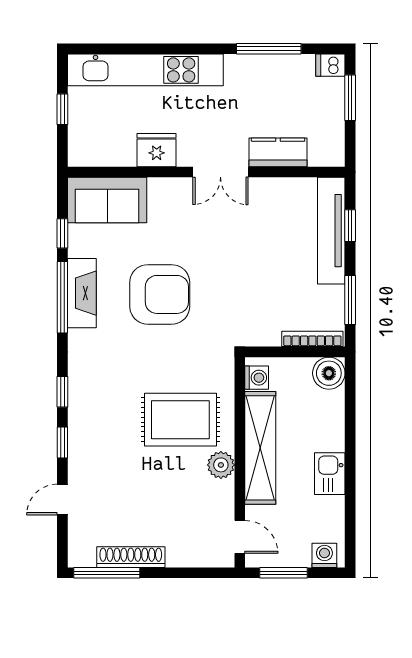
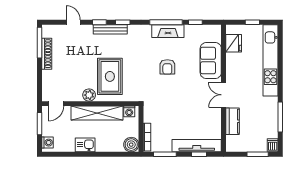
fridge: (157, 150) -> (234, 43), moved
sofa: (107, 200) -> (211, 61), moved
armchair: (160, 294) -> (167, 67), width x0.53, depth x0.53
bench: (78, 419) -> (110, 29), added

